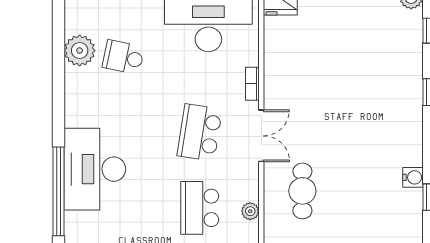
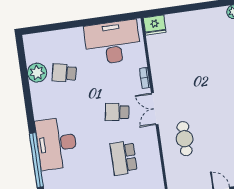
school desk: (200, 133) -> (117, 112), width x0.54
double door: (261, 136) -> (155, 109), swing flipped
plant: (250, 211) -> (155, 156), removed

